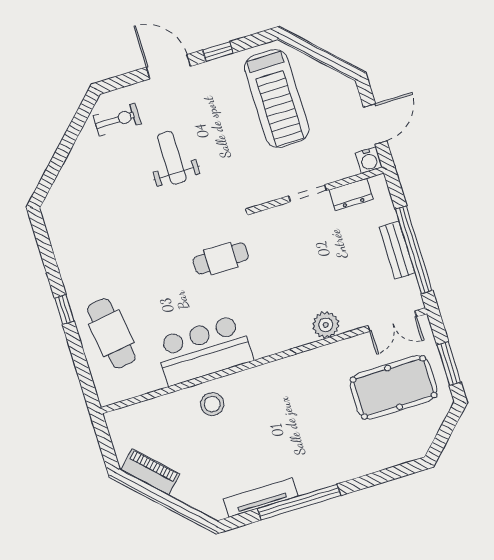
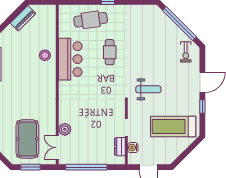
window: (63, 150) -> (179, 24), added
weight bench: (172, 158) -> (148, 89), moved
water cooler: (369, 160) -> (133, 148), moved
bench: (397, 250) -> (89, 160), removed
cafe table: (221, 258) -> (110, 52), moved
plant: (326, 325) -> (65, 129), moved

